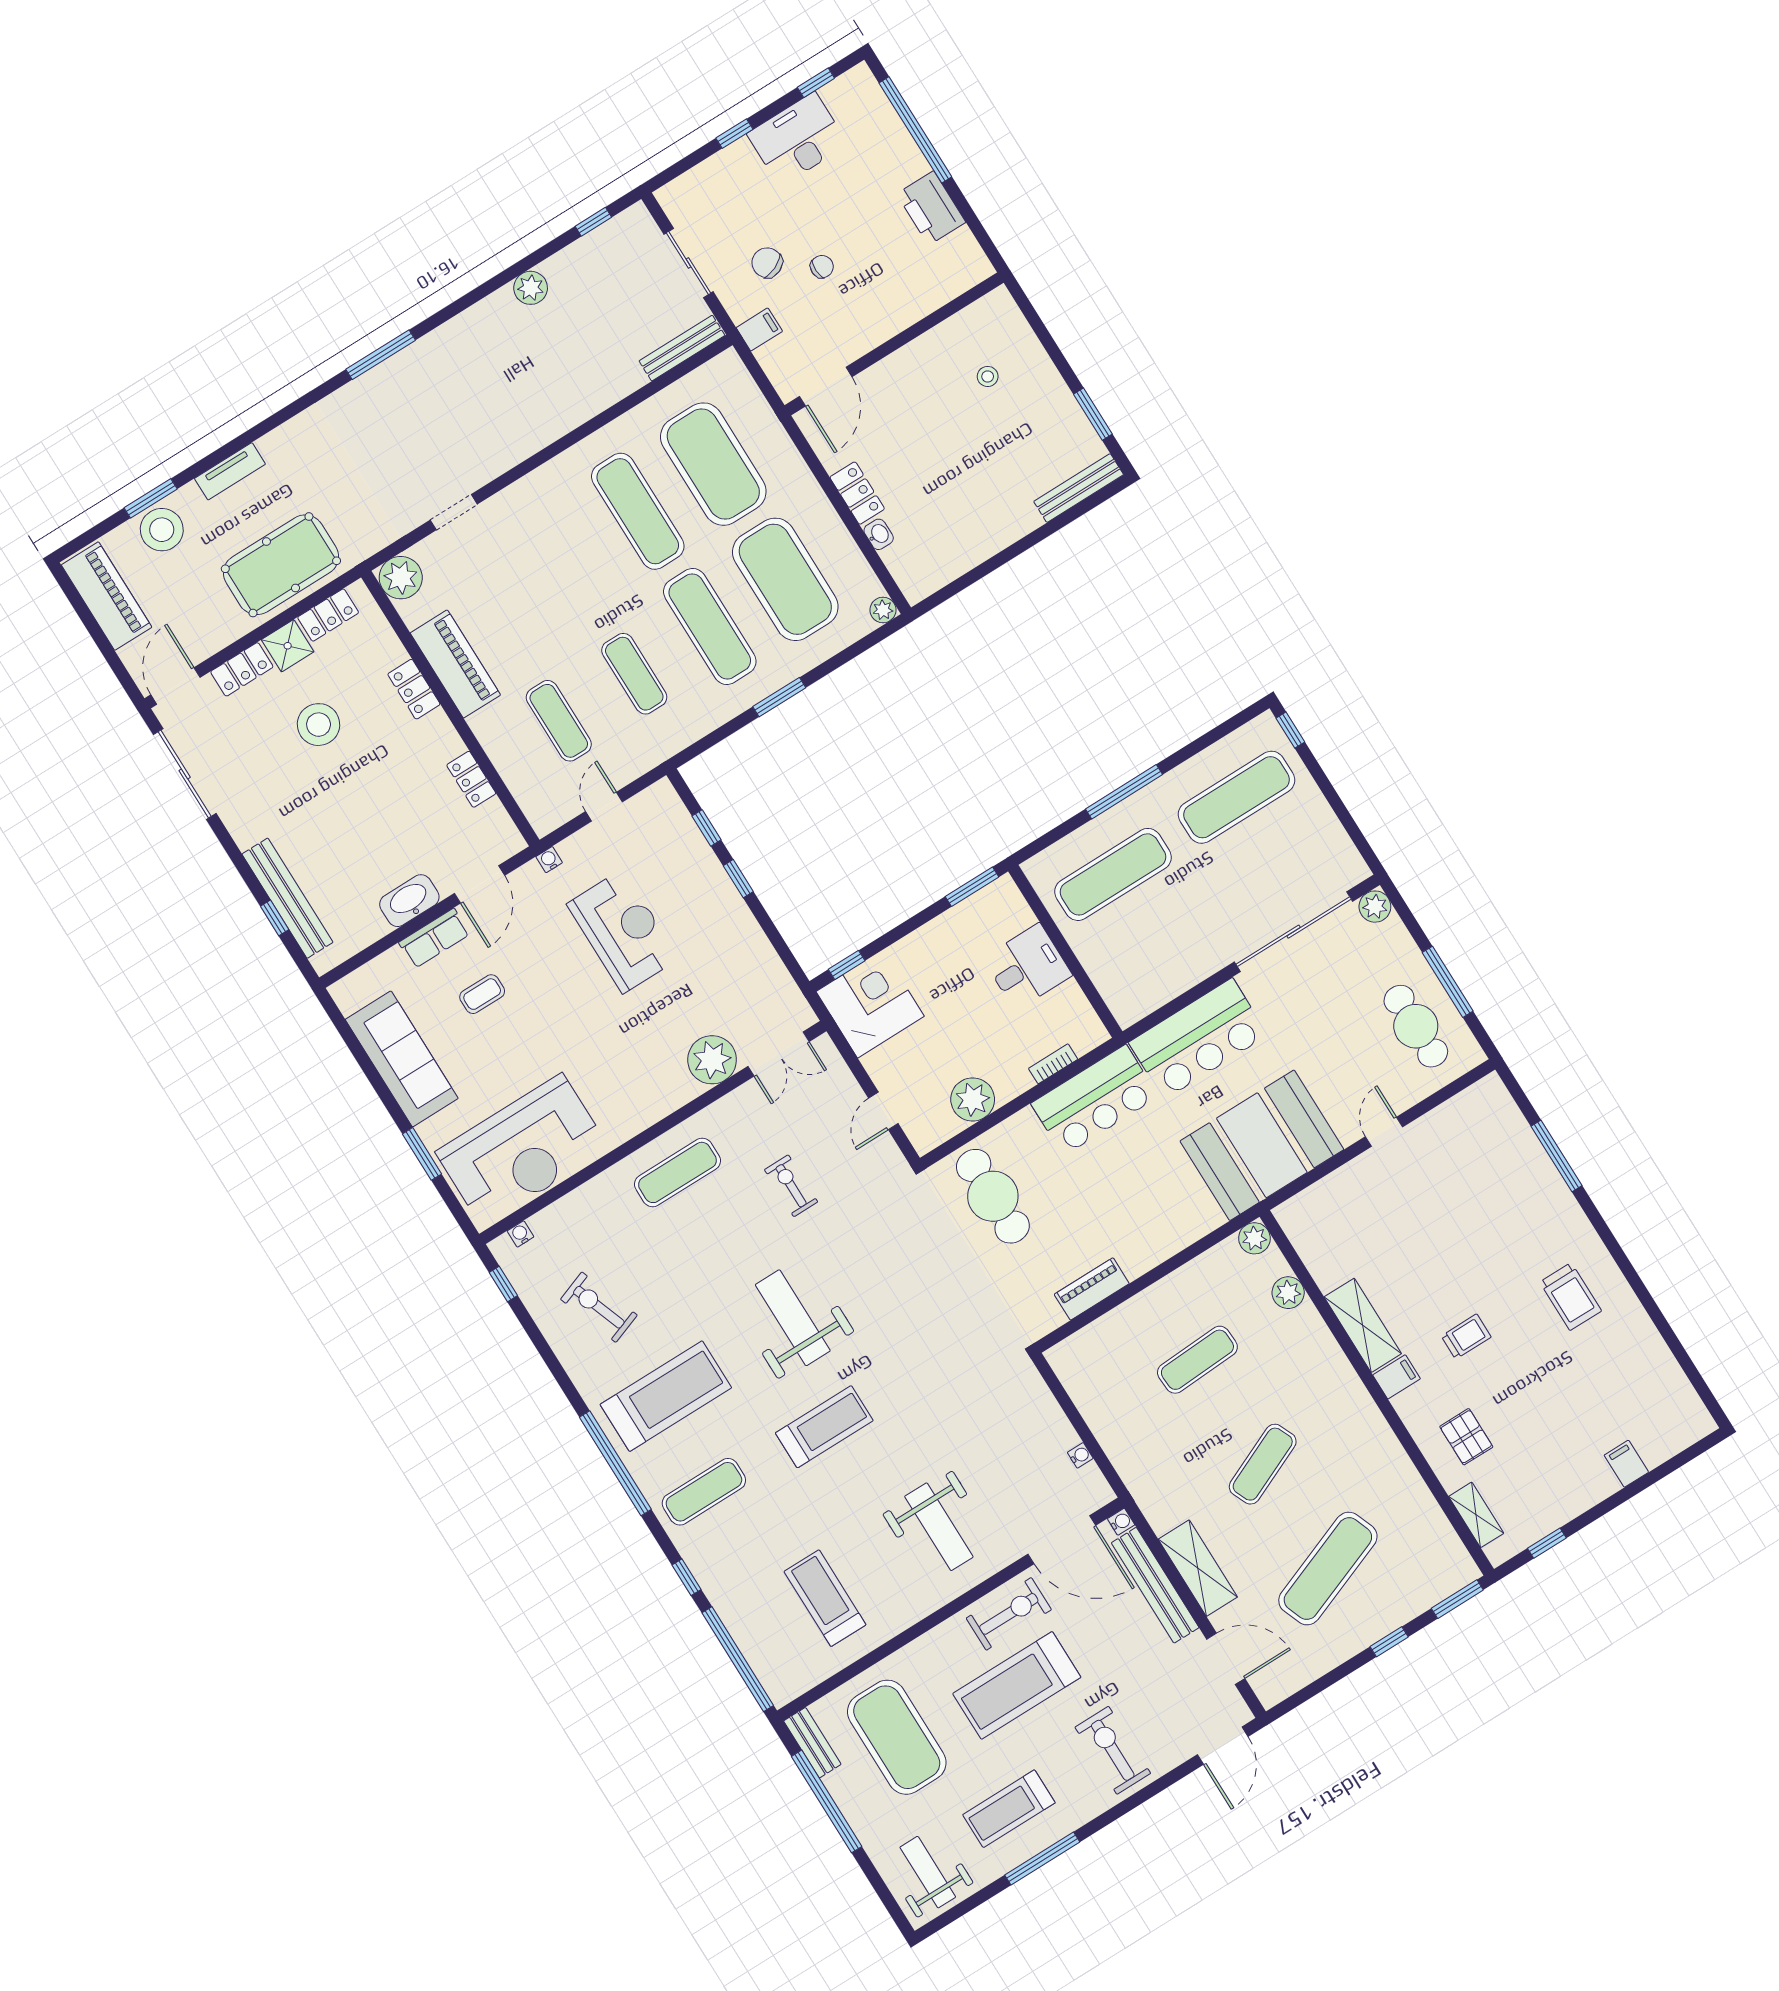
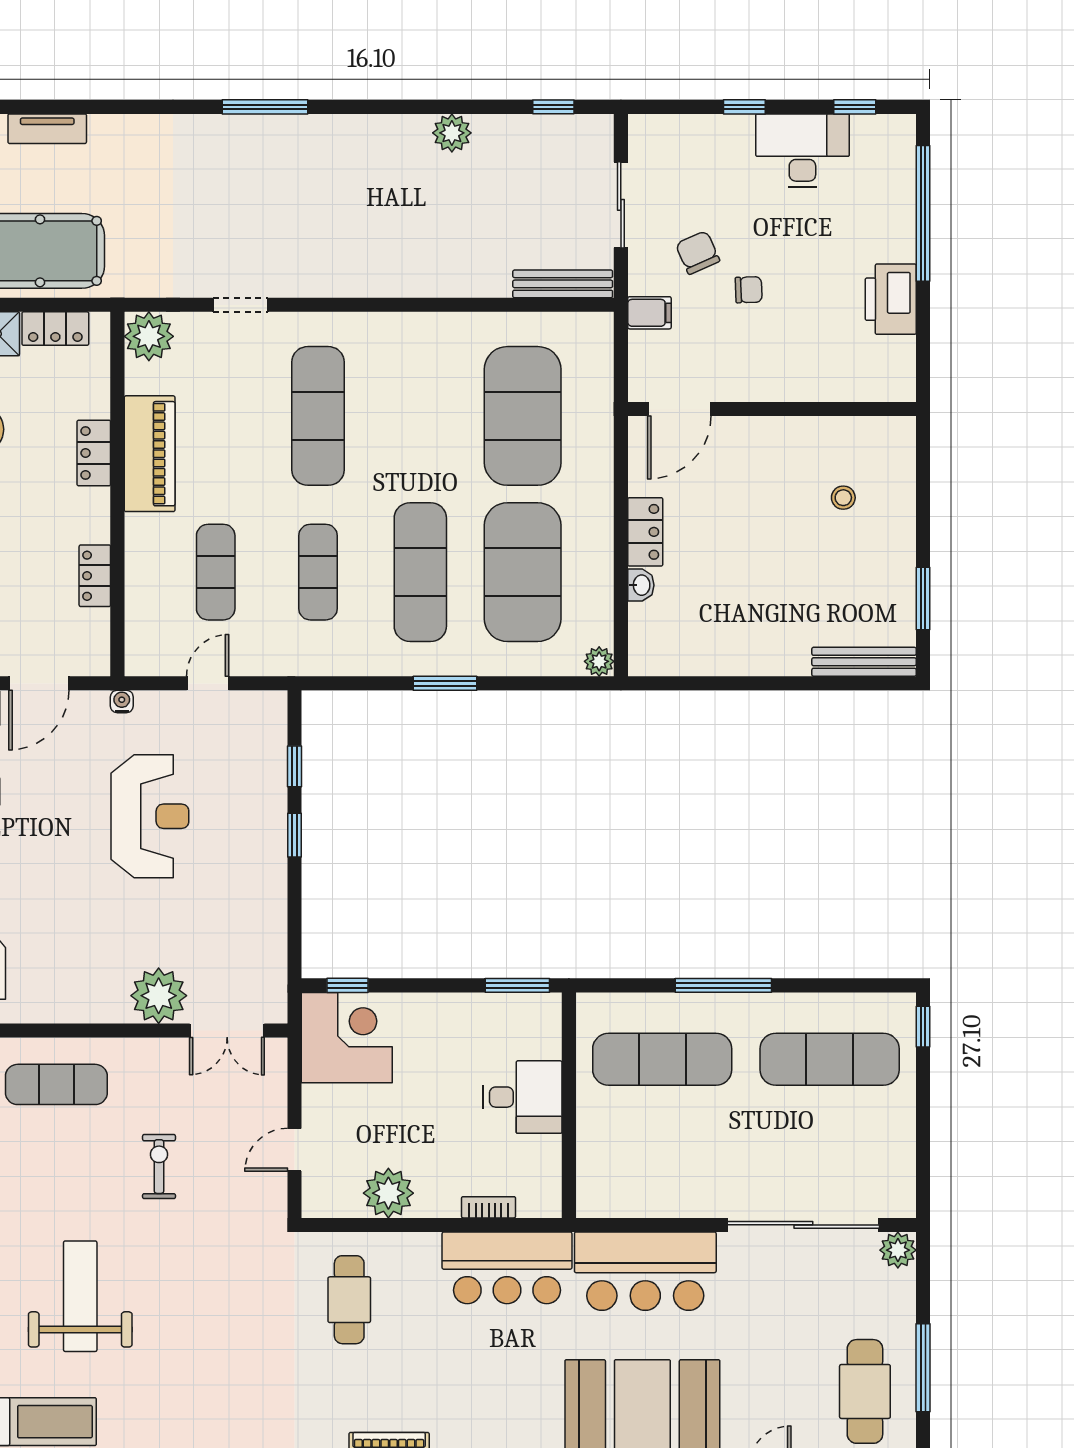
exercise mat: (638, 511) -> (318, 416), moved
cafe table: (993, 1196) -> (349, 1300), width x0.73, depth x0.74

